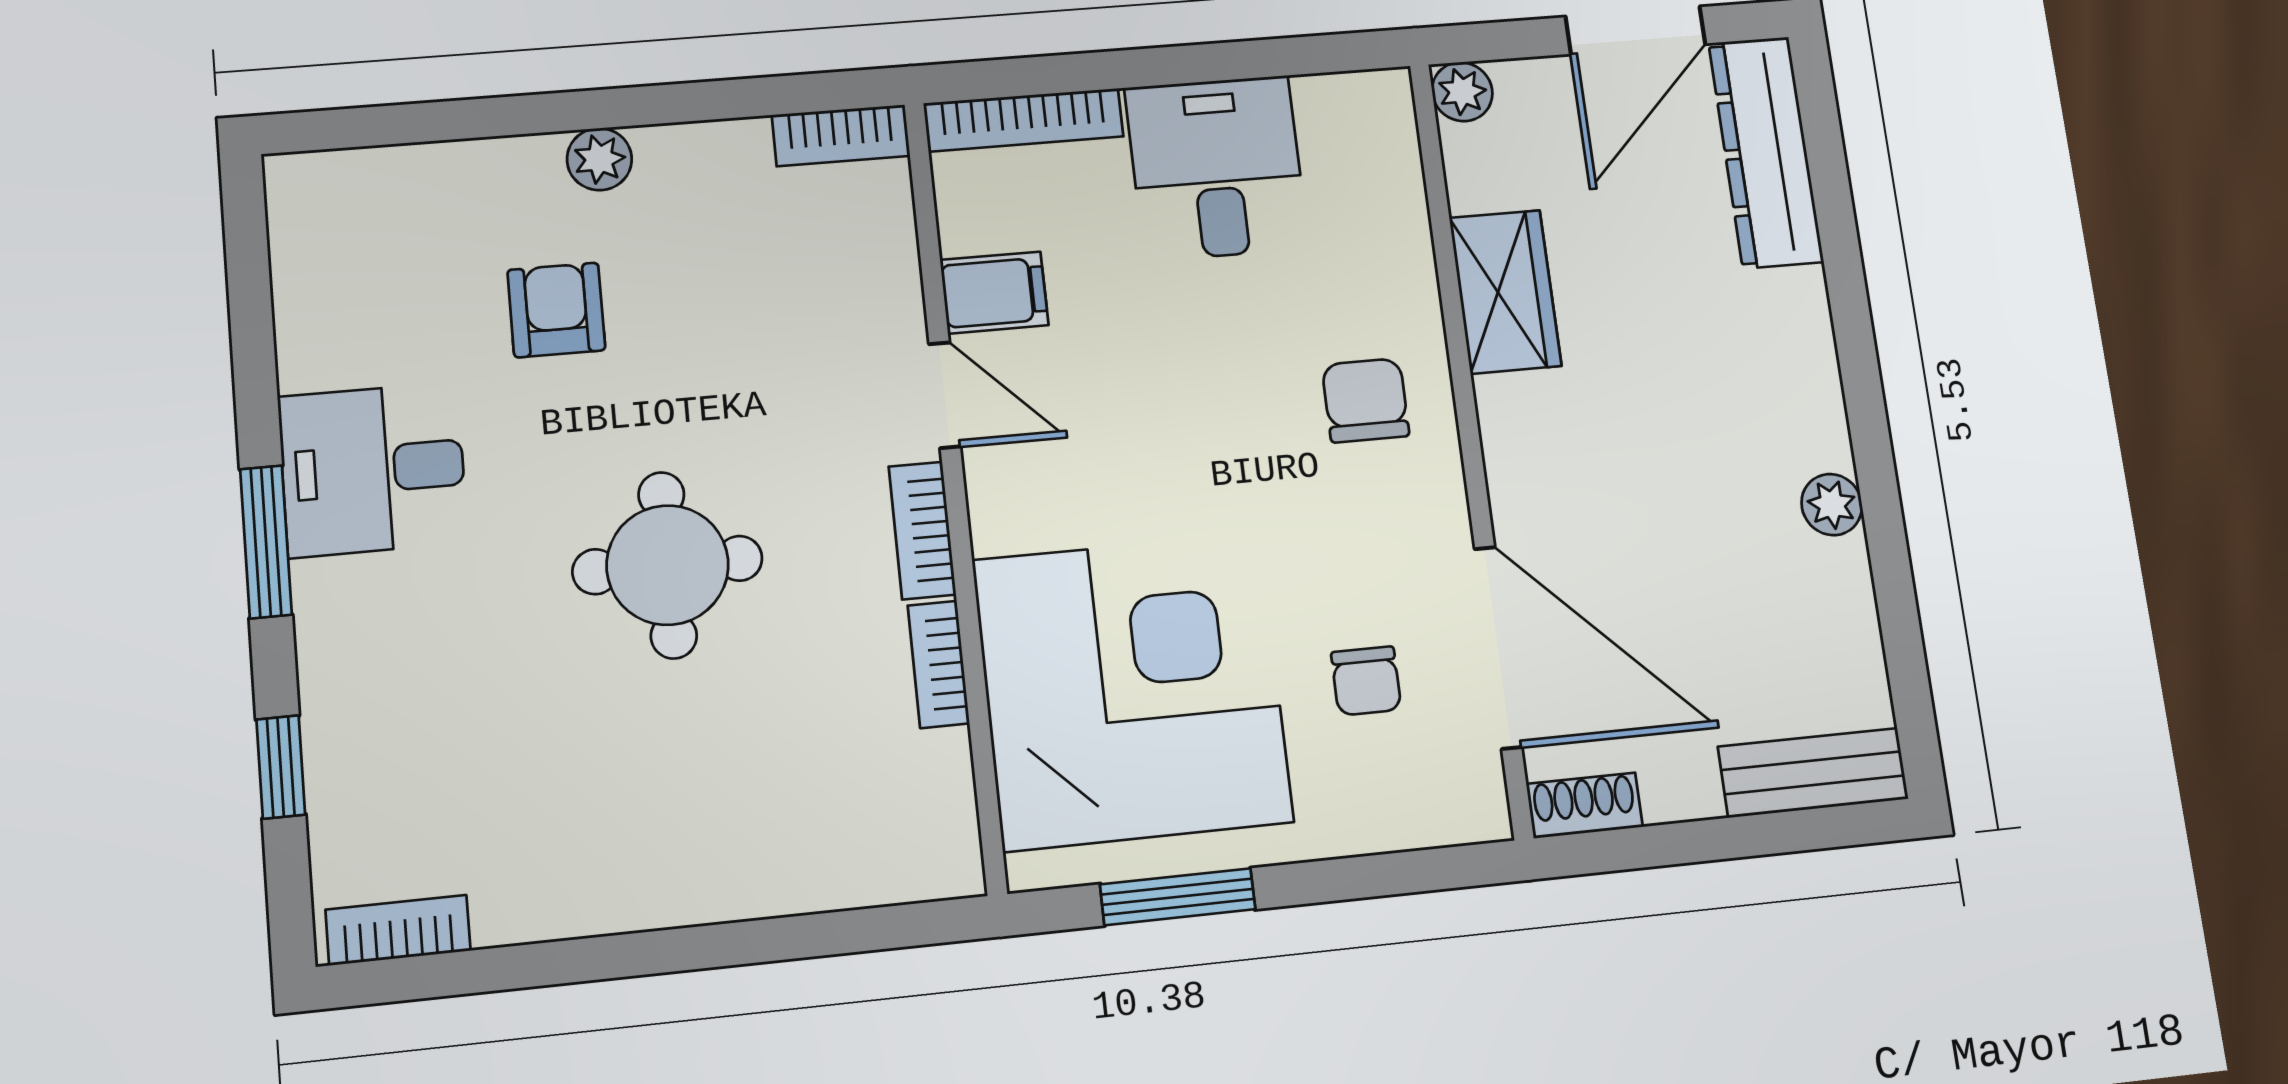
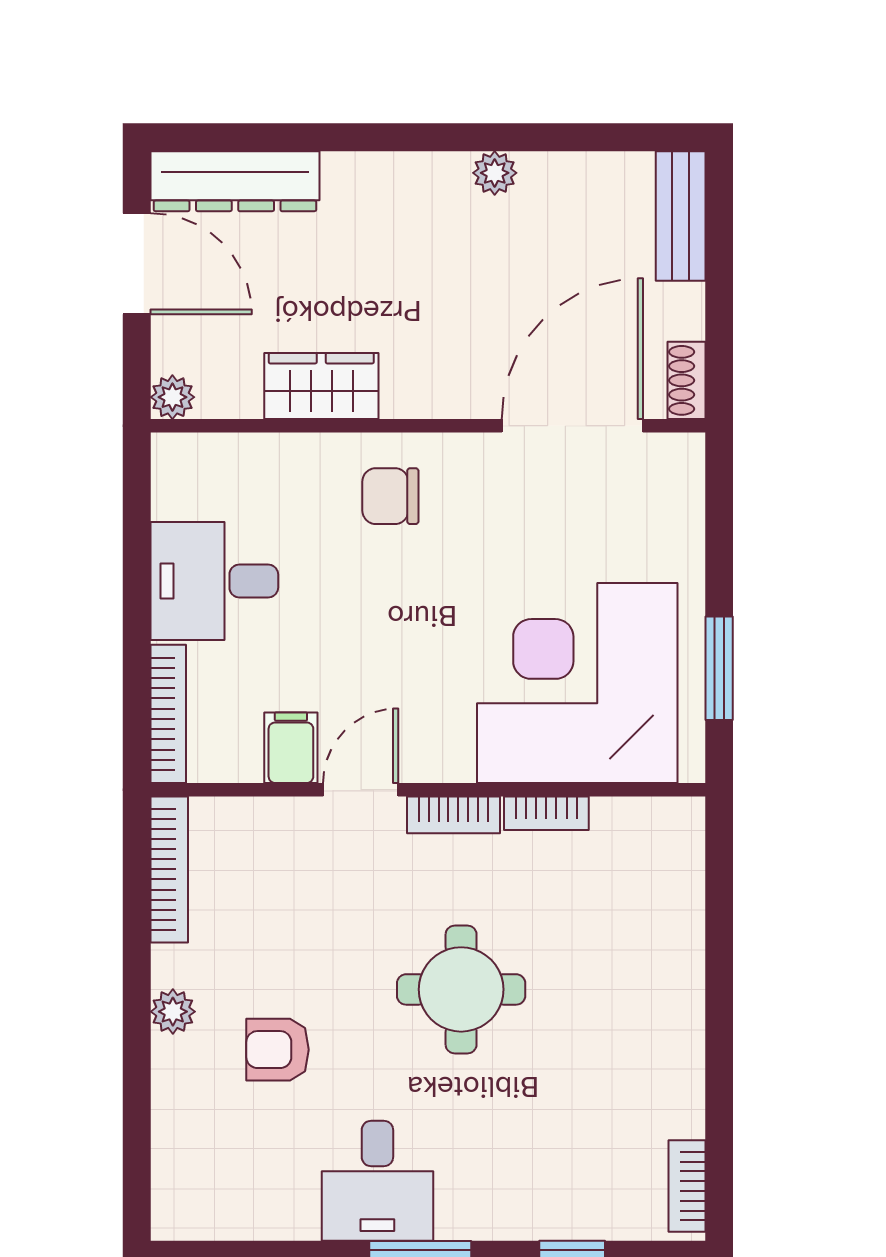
bookcase: (841, 135) -> (169, 869), width x1.56
chair: (1366, 681) -> (586, 521), removed

